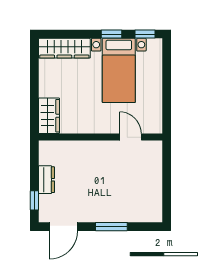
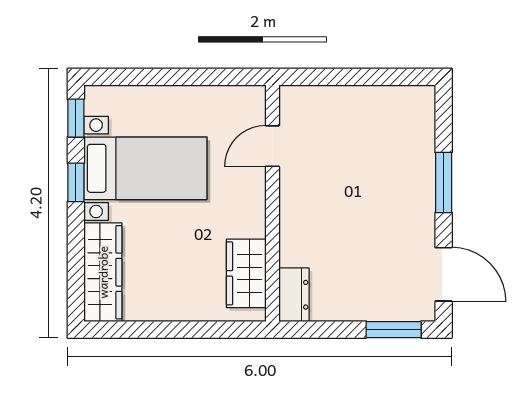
wardrobe: (49, 116) -> (246, 273), moved, turned -90
dresser: (46, 180) -> (294, 295), moved, turned 90
window: (34, 200) -> (394, 330), width x1.50

